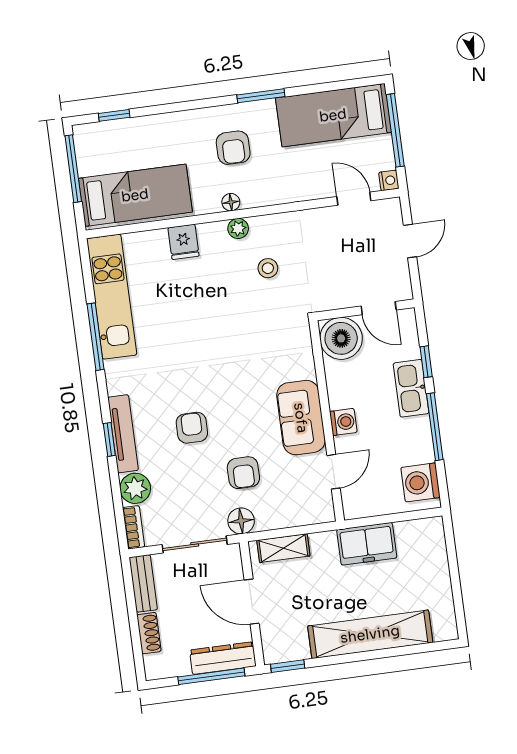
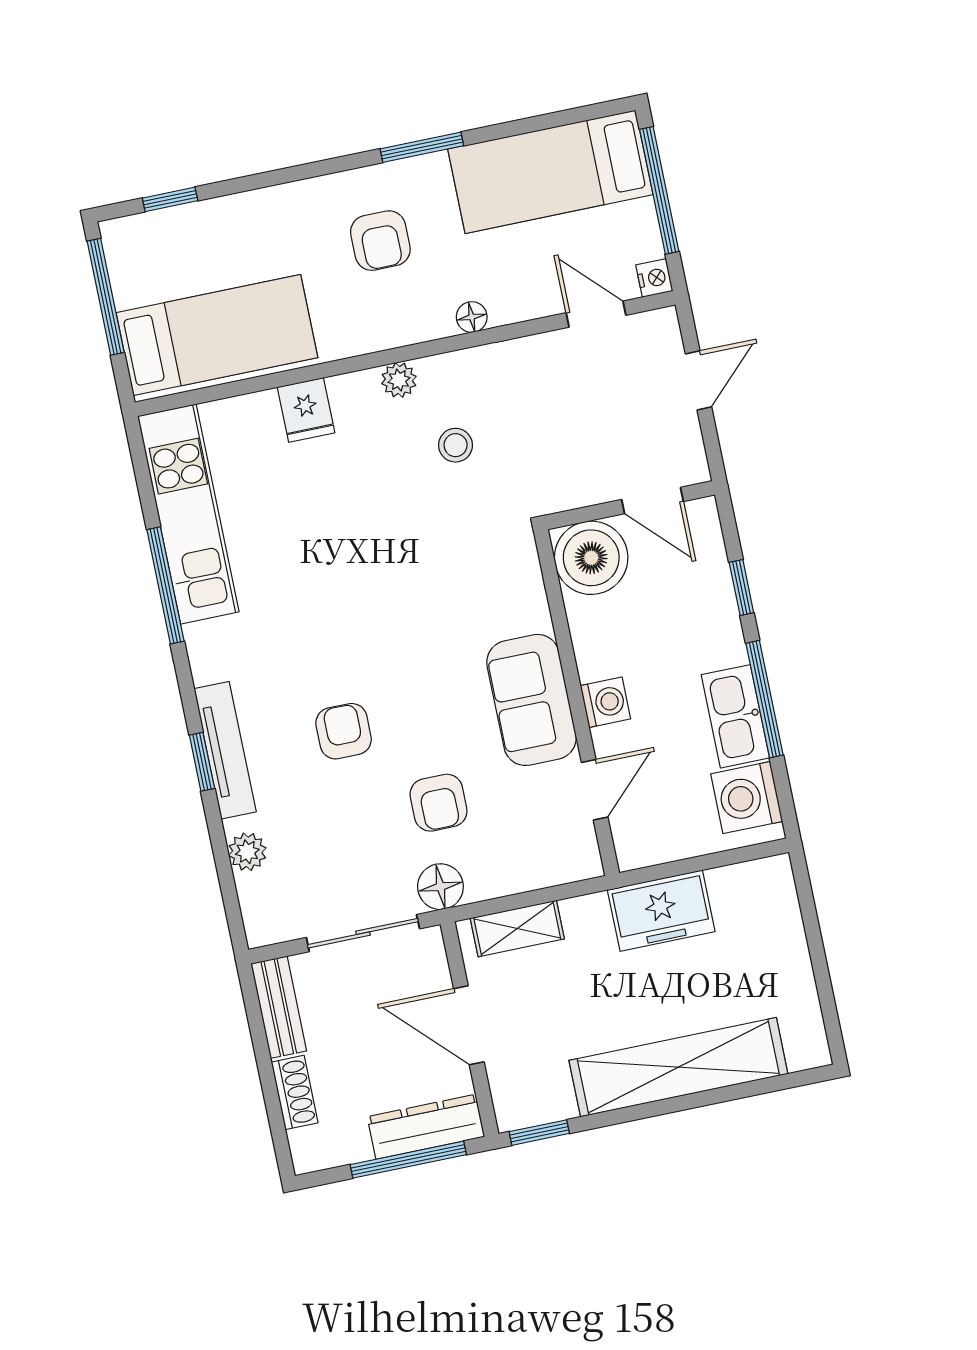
floor lamp: (231, 202) -> (472, 317), moved
kitchen sink: (411, 388) -> (735, 716), moved
plant: (135, 488) -> (247, 852), width x0.73, depth x0.73
bookcase: (134, 527) -> (255, 911), removed

